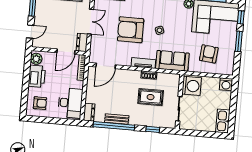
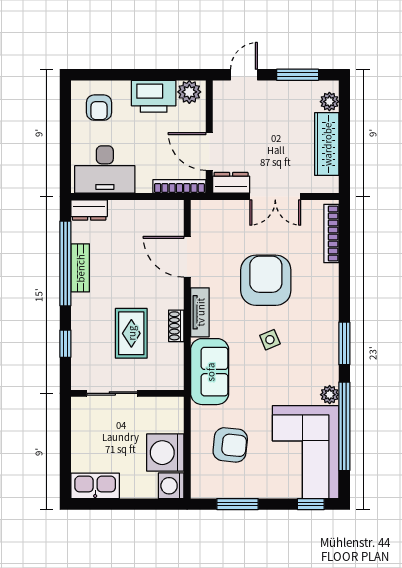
door: (30, 32) -> (244, 75), swing flipped
window: (239, 41) -> (237, 504), moved
door: (106, 66) -> (187, 257), moved
washing machine: (192, 86) -> (165, 453), moved, turned 90

